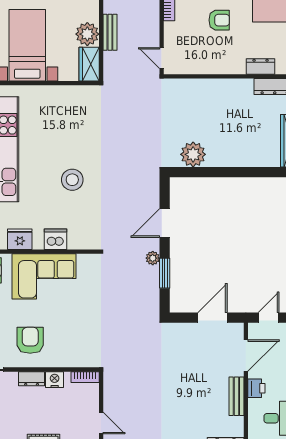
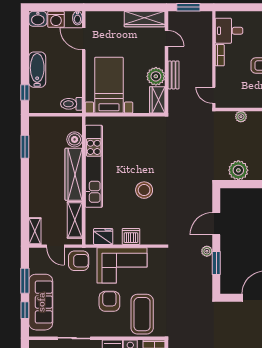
plant: (196, 86) -> (241, 117), added
coffee table: (70, 339) -> (142, 314), added
armchair: (30, 340) -> (109, 301), moved

